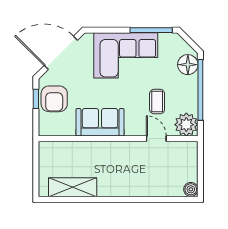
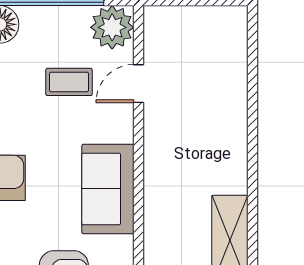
boiler: (191, 189) -> (234, 19), removed

